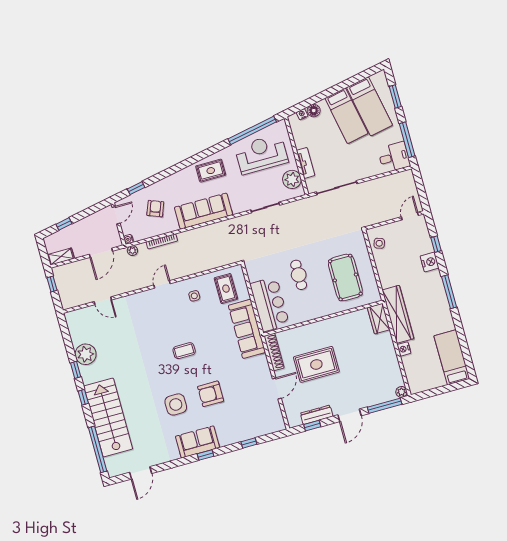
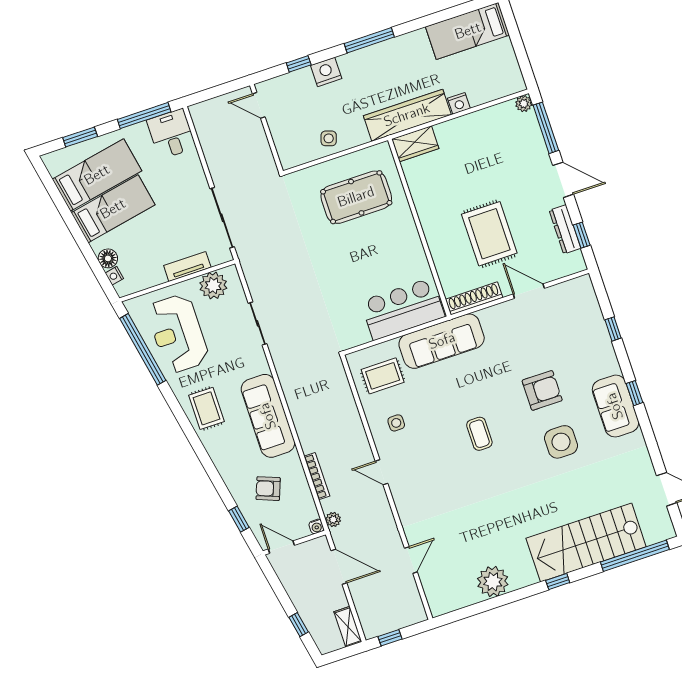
side table: (379, 243) -> (329, 138), moved
cafe table: (299, 275) -> (356, 268), removed
window: (76, 370) -> (517, 595), removed
armchair: (211, 394) -> (542, 390), turned -90

